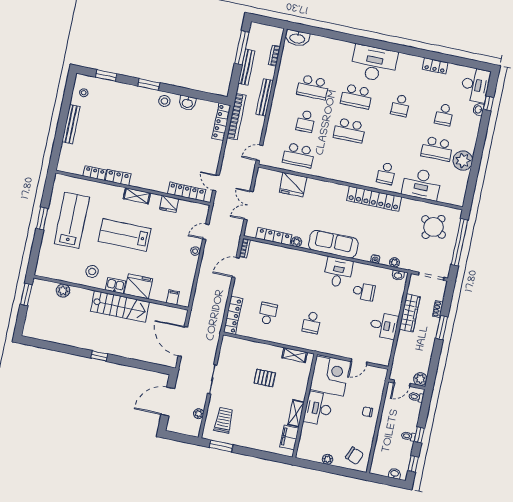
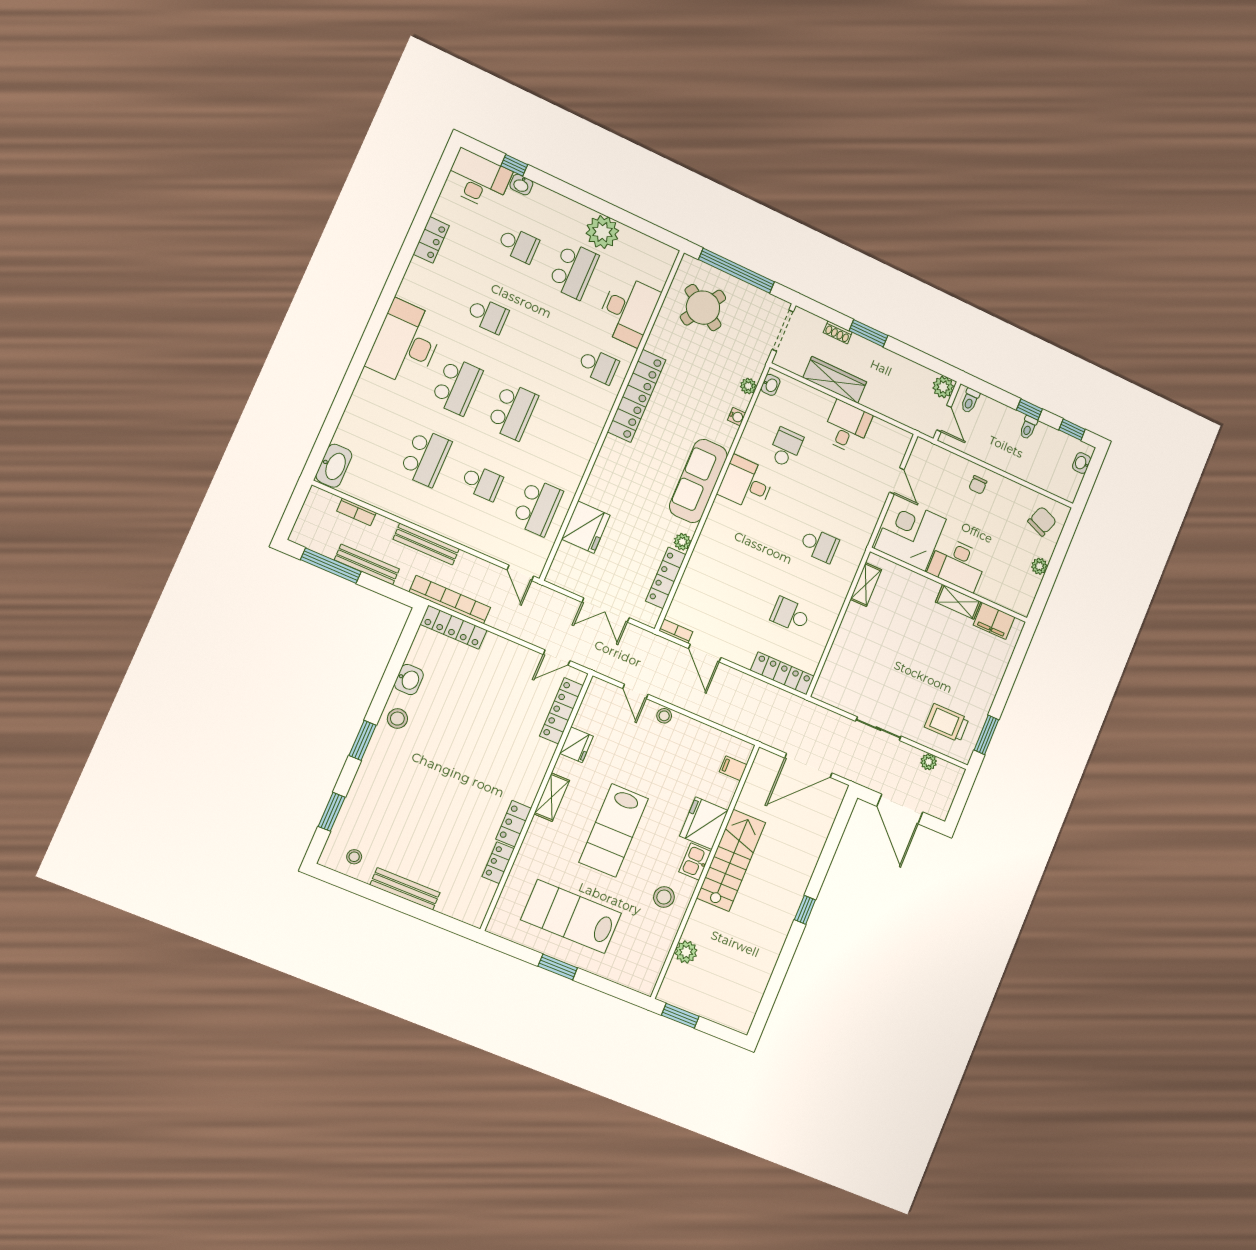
pallet: (265, 378) -> (893, 641), removed

